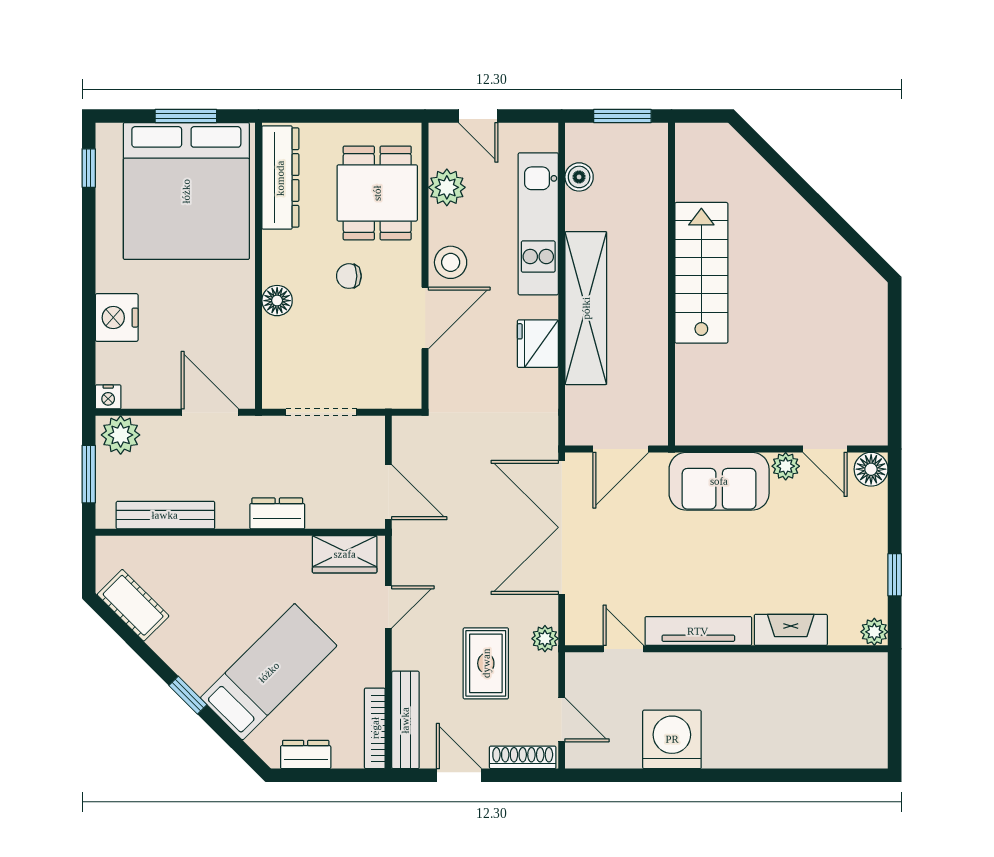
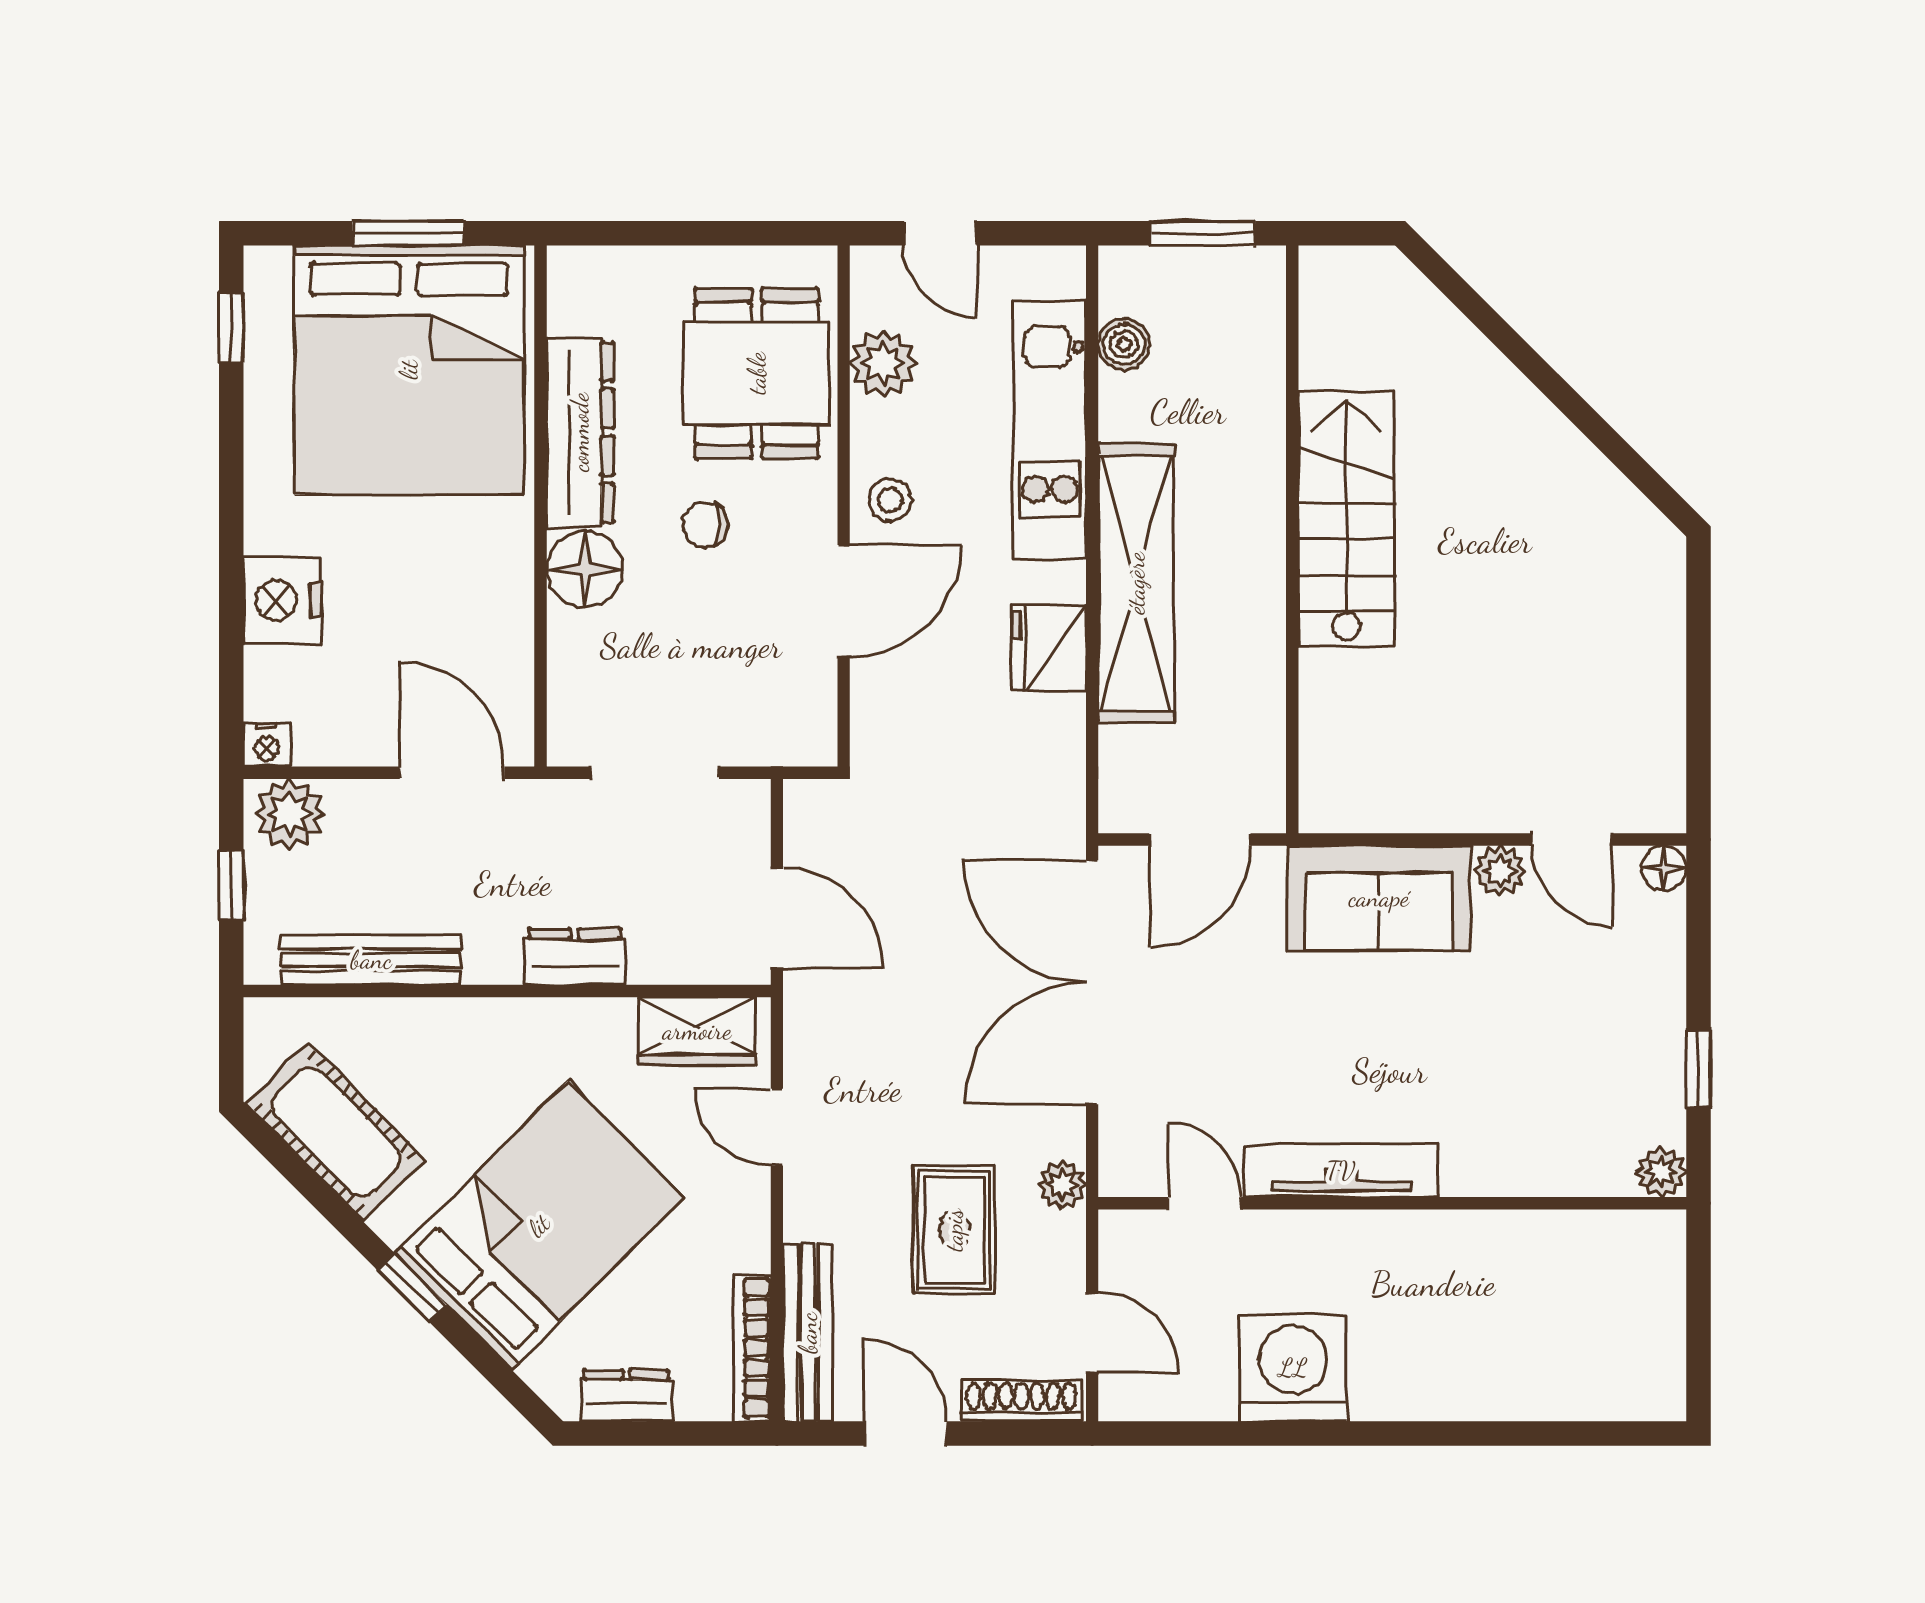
dresser: (280, 178) -> (580, 432), moved
stool: (451, 262) -> (890, 500), width x0.73, depth x0.73
floor lamp: (277, 301) -> (585, 569), width x1.38, depth x1.38
floor lamp: (871, 469) -> (1664, 868), width x0.73, depth x0.73
window: (89, 474) -> (231, 885), width x0.67
cot: (133, 605) -> (336, 1132), width x1.37, depth x1.34
door: (388, 607) -> (777, 1127), swing flipped
fireplace: (791, 630) -> (1509, 1169), removed
bed: (269, 672) -> (539, 1226), width x1.50

